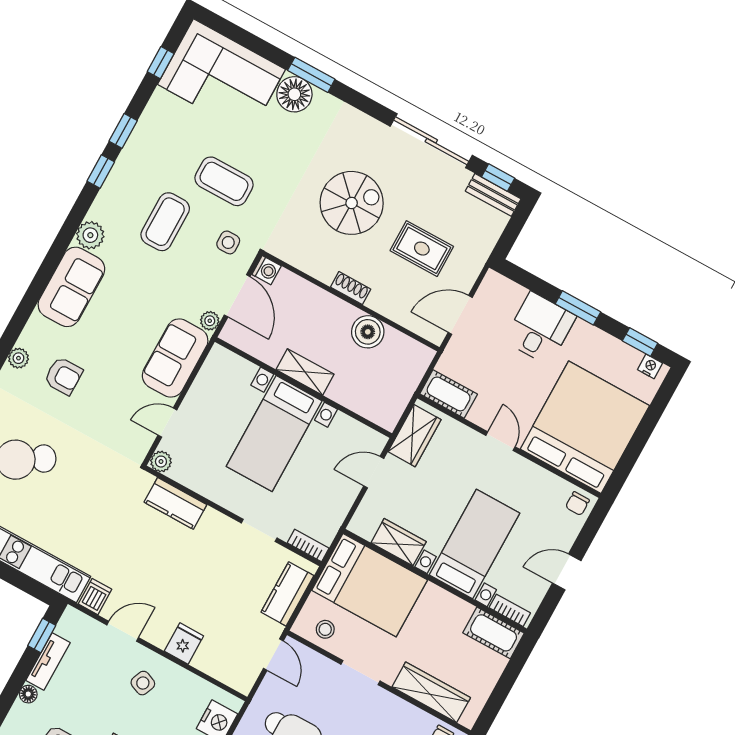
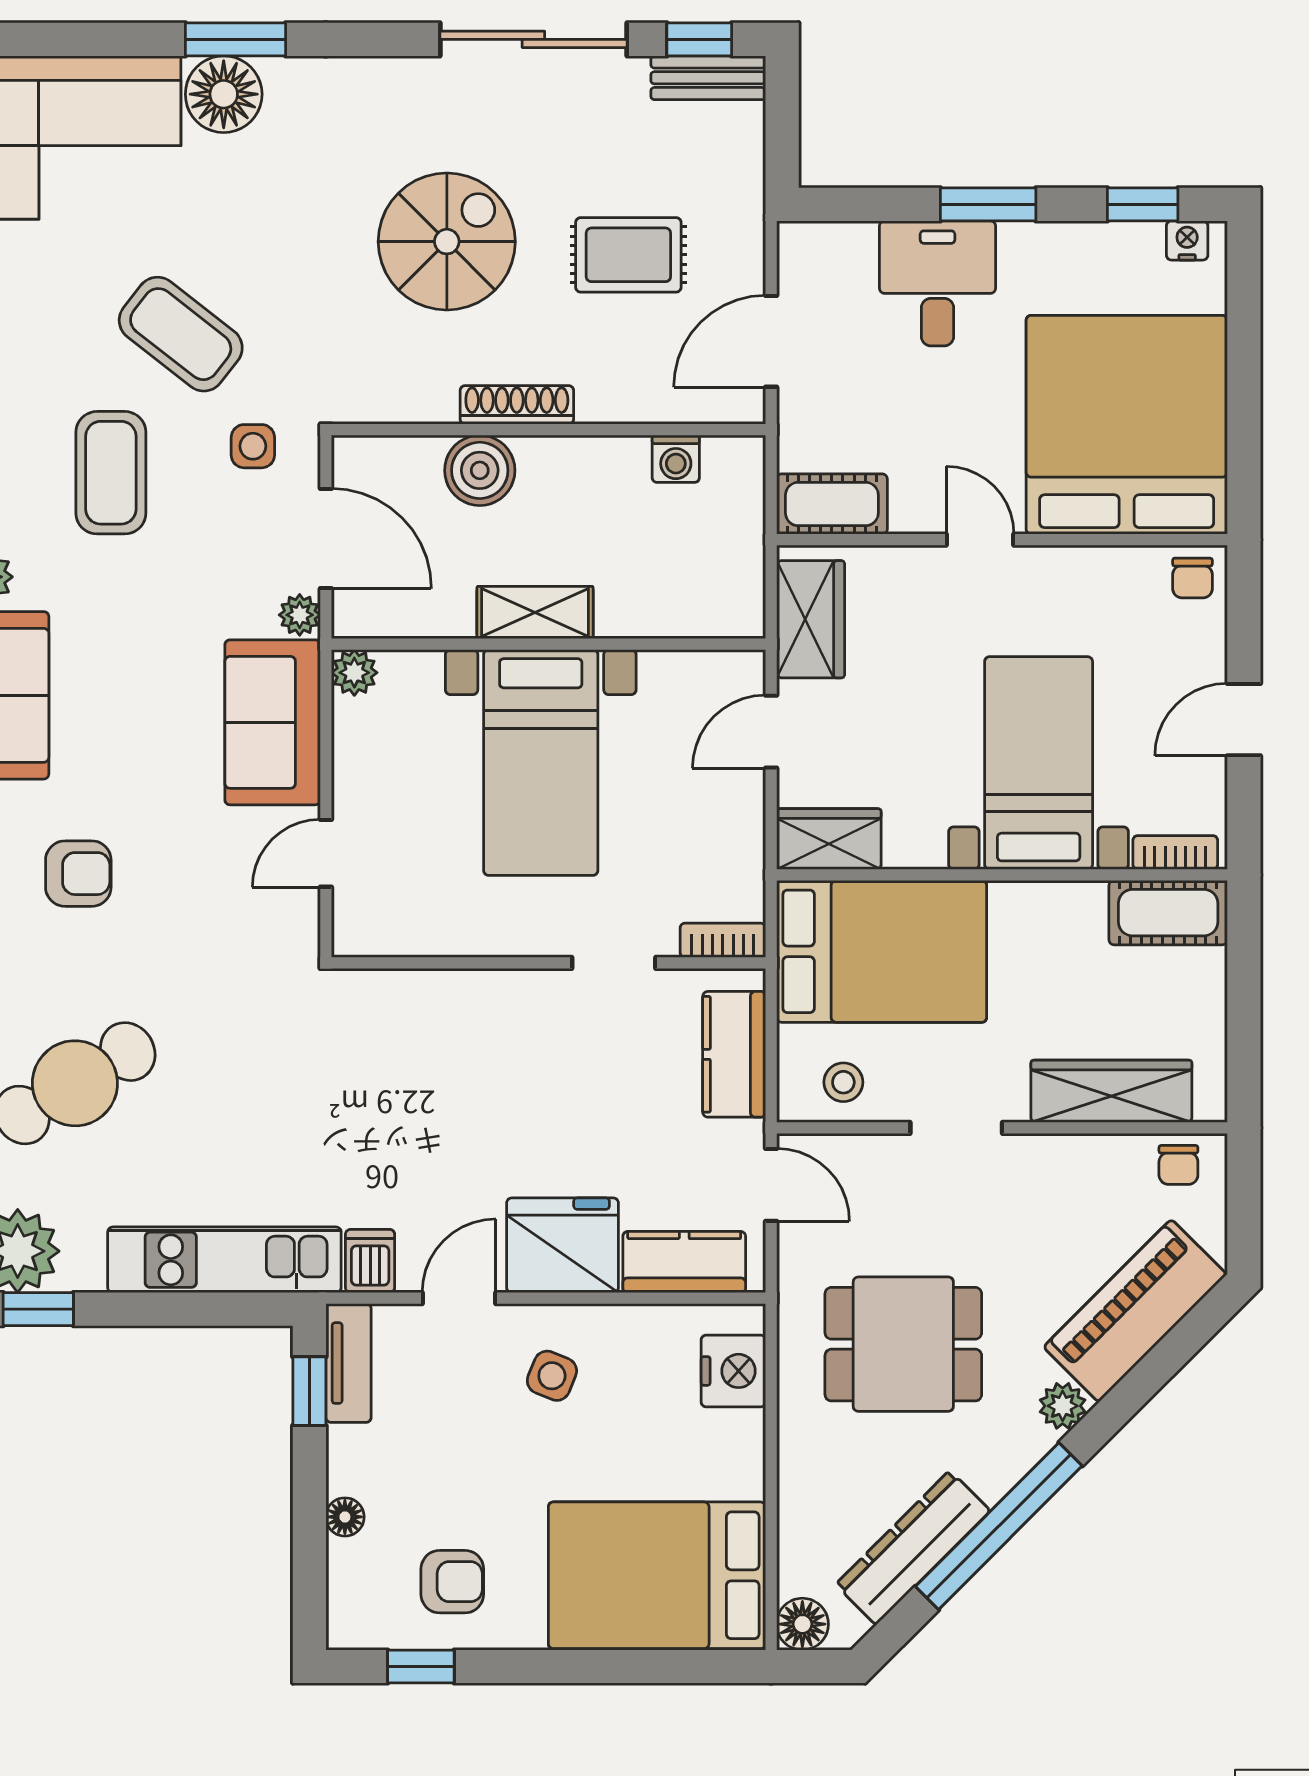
coffee table: (224, 181) -> (181, 334), turned 38
washing machine: (267, 270) -> (676, 459), moved, turned 90
shoe rack: (351, 288) -> (517, 405), width x1.43
boiler: (368, 332) -> (480, 470), moved
plant: (161, 462) -> (354, 673), moved
kitchen counter: (175, 503) -> (684, 1262), moved, turned 180
wardrobe: (399, 542) -> (829, 839), moved
fridge: (184, 643) -> (562, 1245), width x1.88, depth x1.34
tv unit: (48, 661) -> (348, 1363), moved

